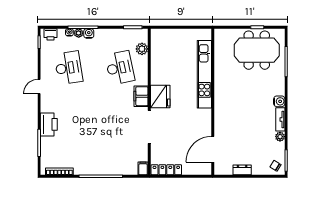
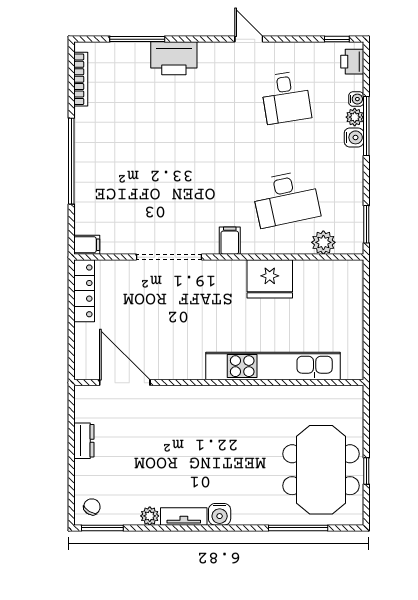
desk: (69, 68) -> (286, 97), width x0.73
filing cabinet: (141, 96) -> (230, 241), width x0.50
fridge: (160, 96) -> (270, 279), moved

